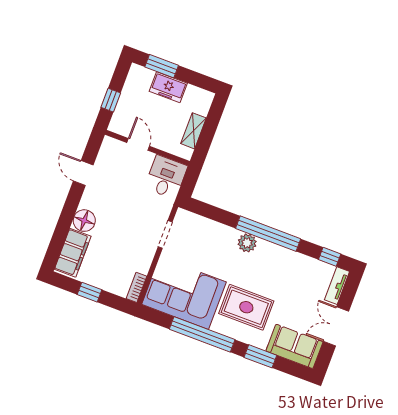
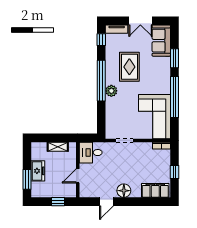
floor lamp: (84, 221) -> (124, 191), moved
rug: (246, 307) -> (129, 67), moved

